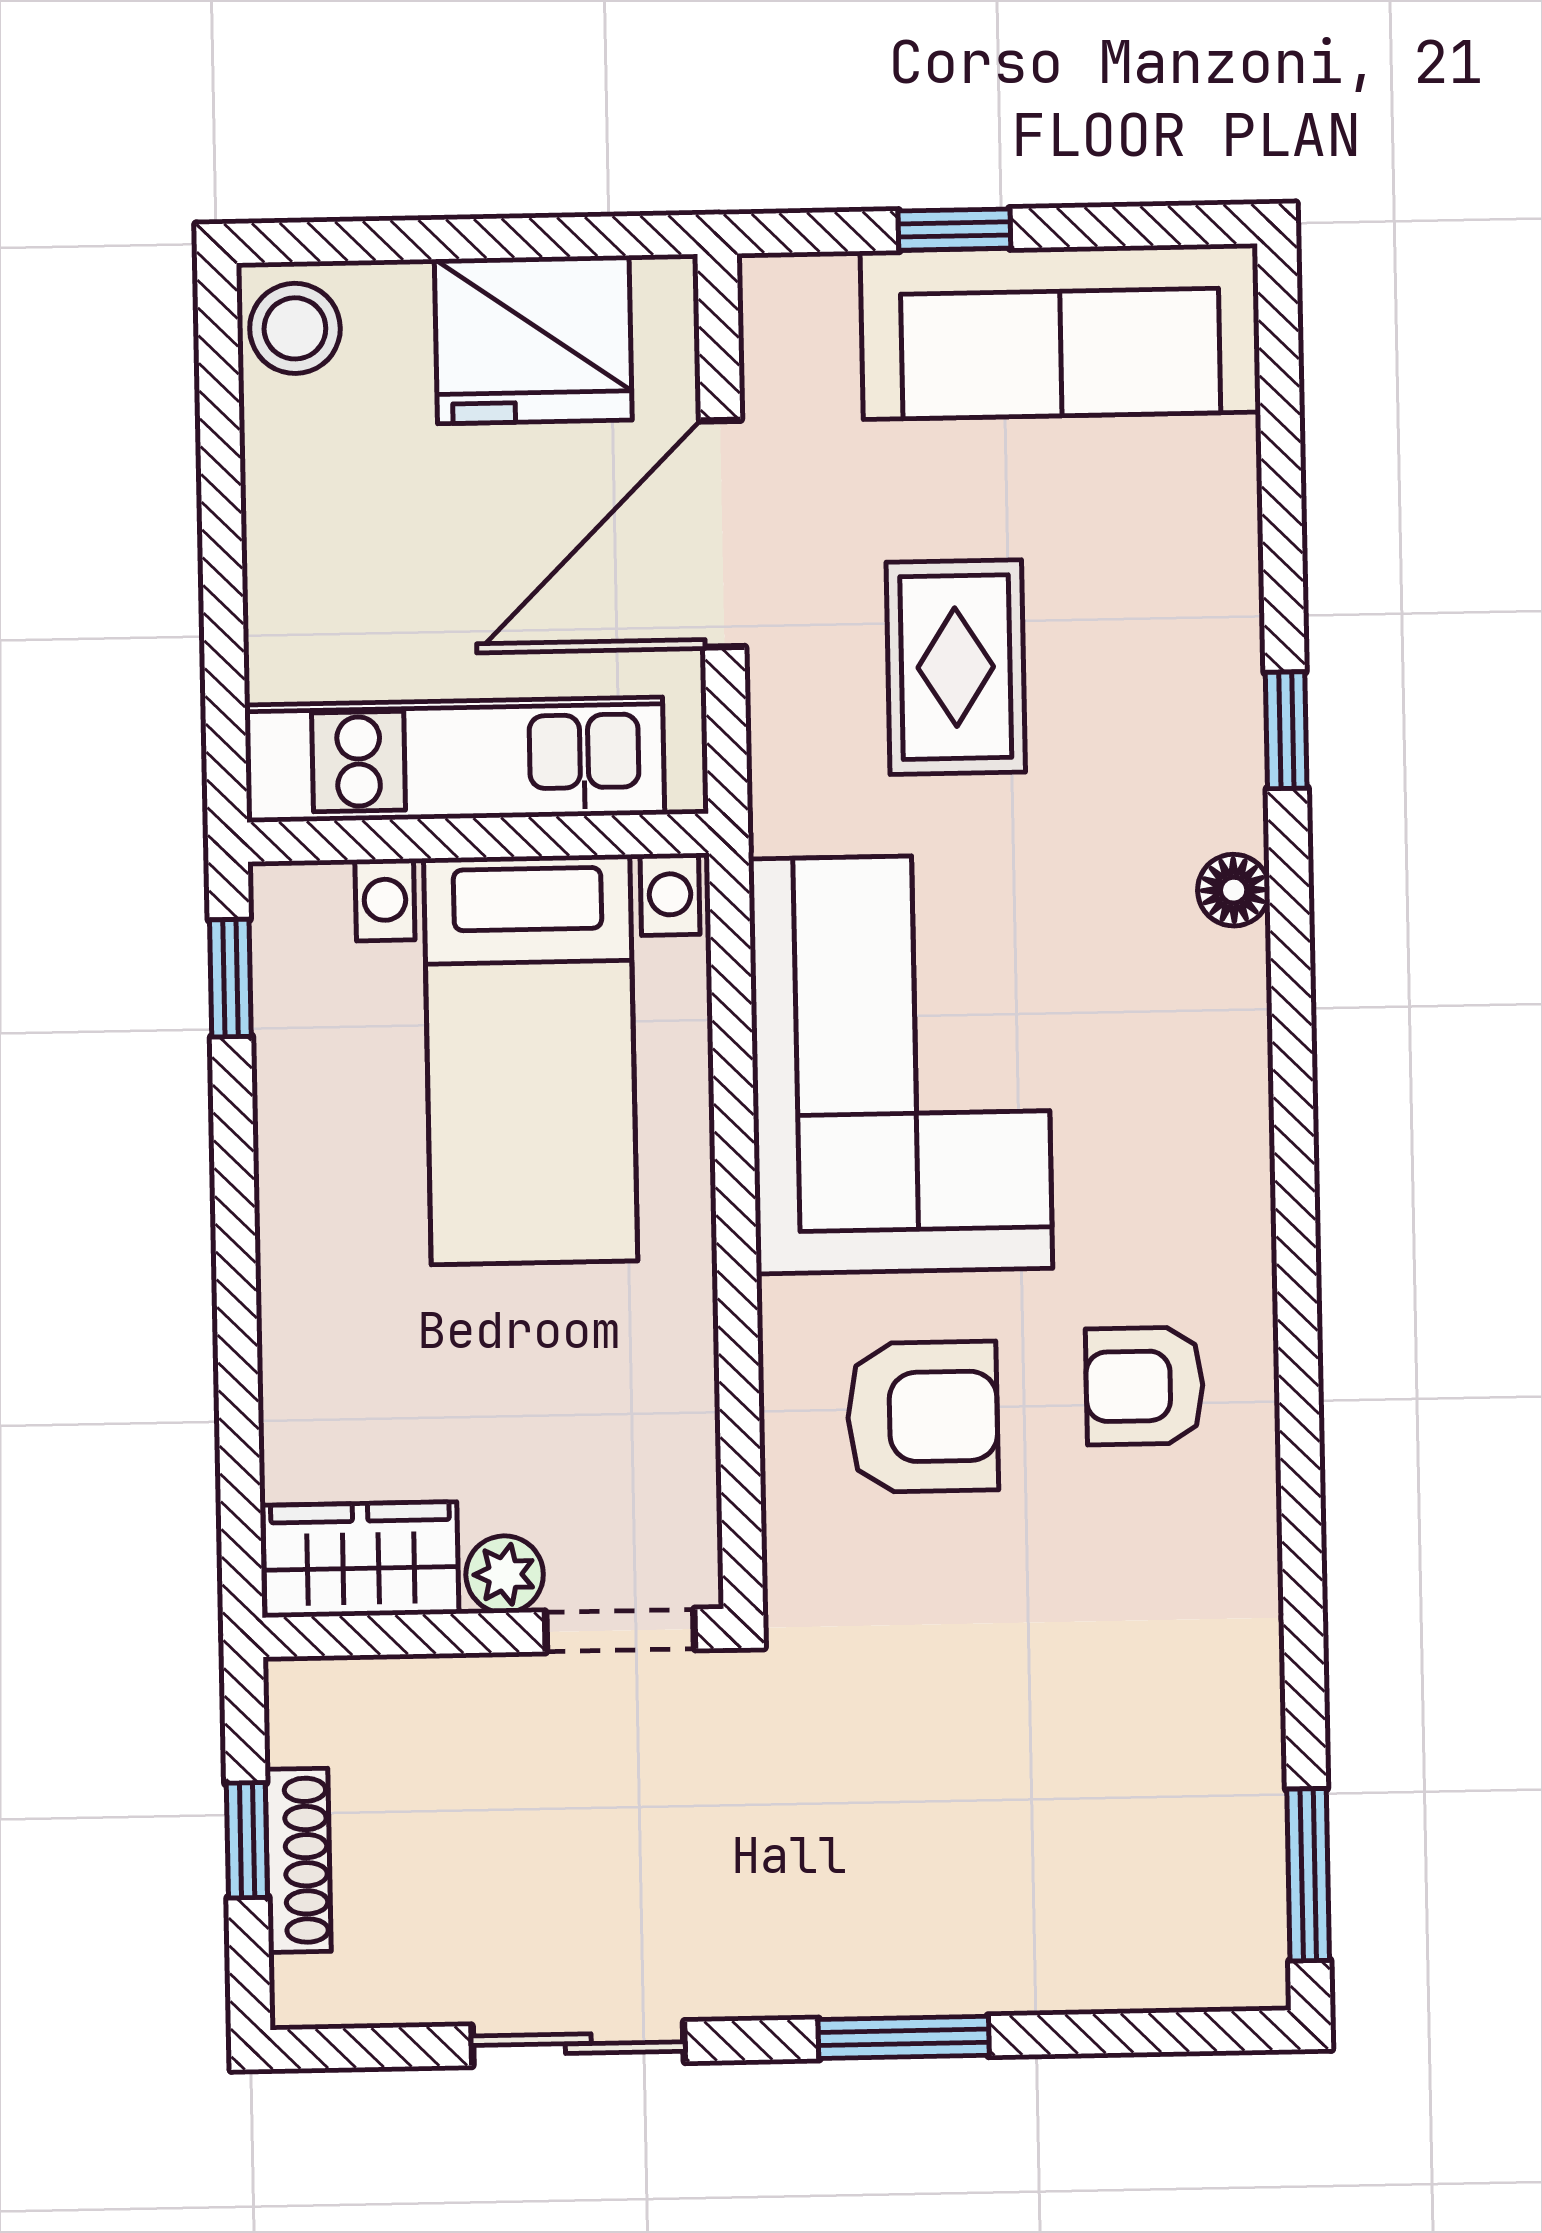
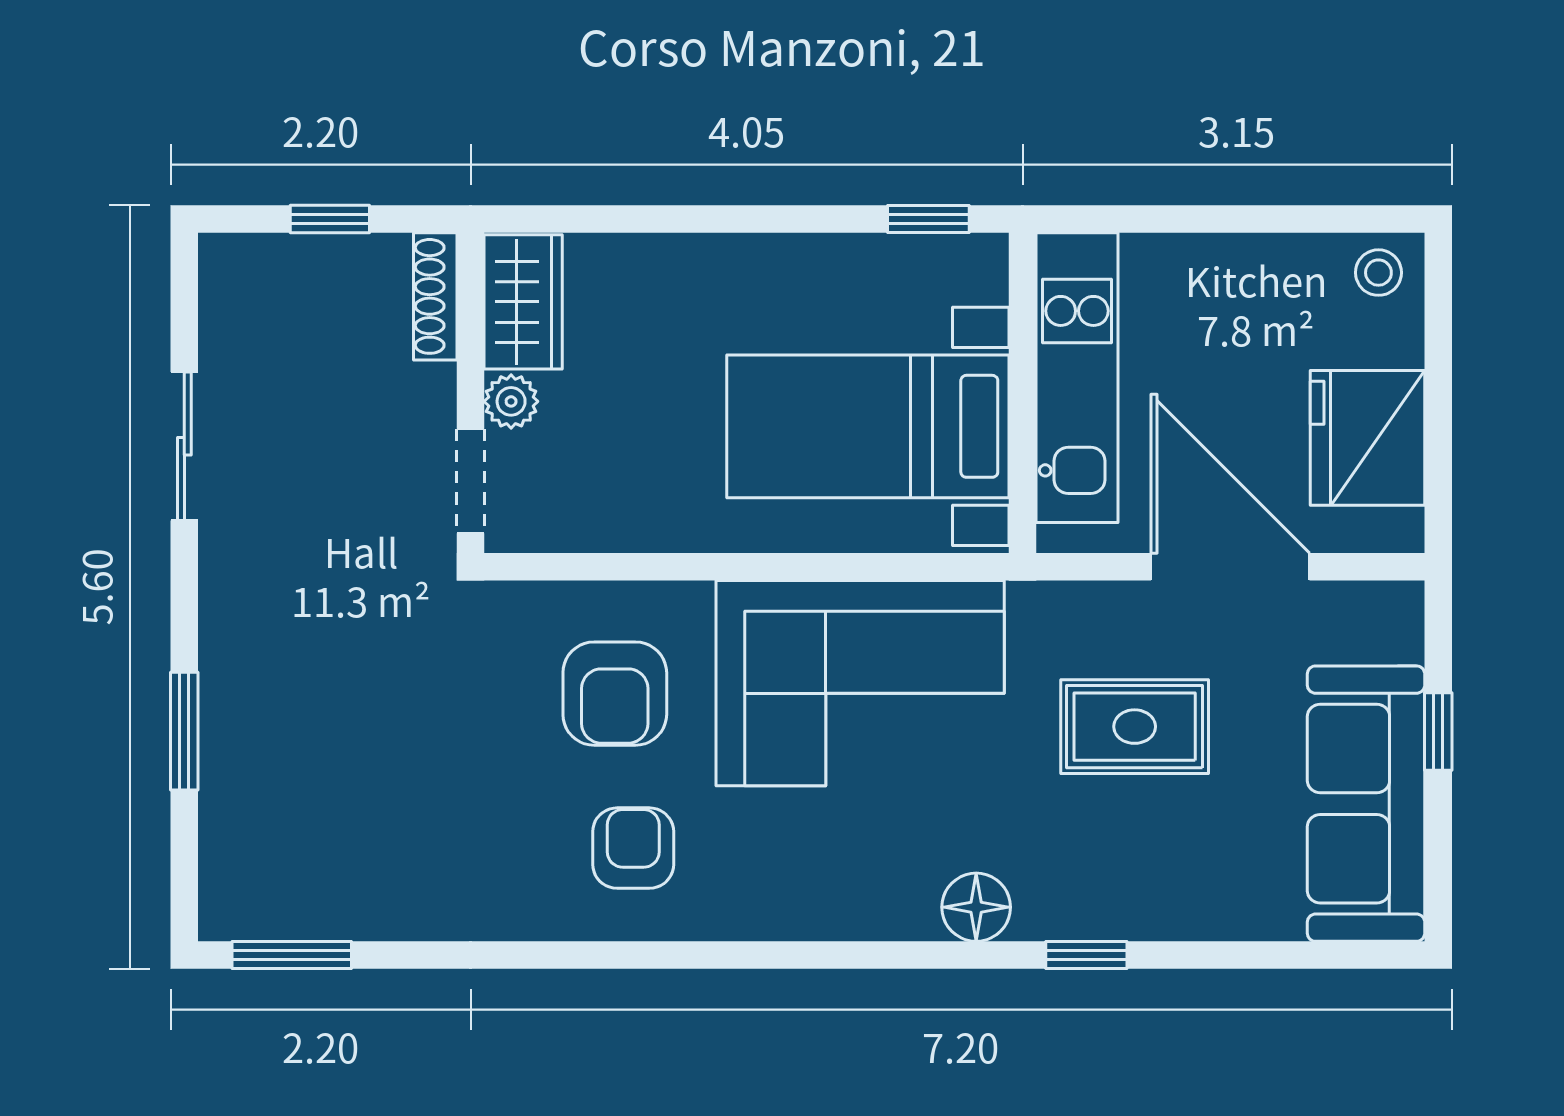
stool: (295, 328) -> (1378, 273), width x0.73, depth x0.73
floor lamp: (1234, 890) -> (976, 907), width x1.37, depth x1.37
shoe rack: (298, 1860) -> (435, 296), moved, turned 90
window: (904, 2037) -> (184, 731), moved

